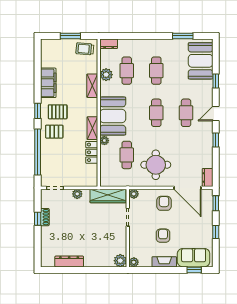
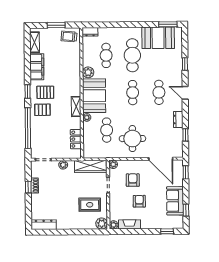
window: (183, 36) -> (168, 24), moved
booth: (201, 61) -> (158, 38), moved, turned 90
cafe table: (156, 71) -> (132, 55), width x1.37, depth x1.35
plant: (106, 75) -> (88, 72), moved
shelving: (92, 86) -> (35, 42), moved
door: (216, 113) -> (185, 93), hinge flipped
window: (216, 140) -> (185, 135), moved
locker: (92, 152) -> (76, 139), moved
dresser: (208, 177) -> (178, 120), moved
armchair: (164, 203) -> (133, 180), moved
window: (216, 232) -> (186, 210), moved
rug: (107, 239) -> (90, 205), added
sofa: (194, 258) -> (175, 201), moved, turned -90
dresser: (69, 261) -> (44, 225), moved
fireplace: (164, 262) -> (129, 224), moved

